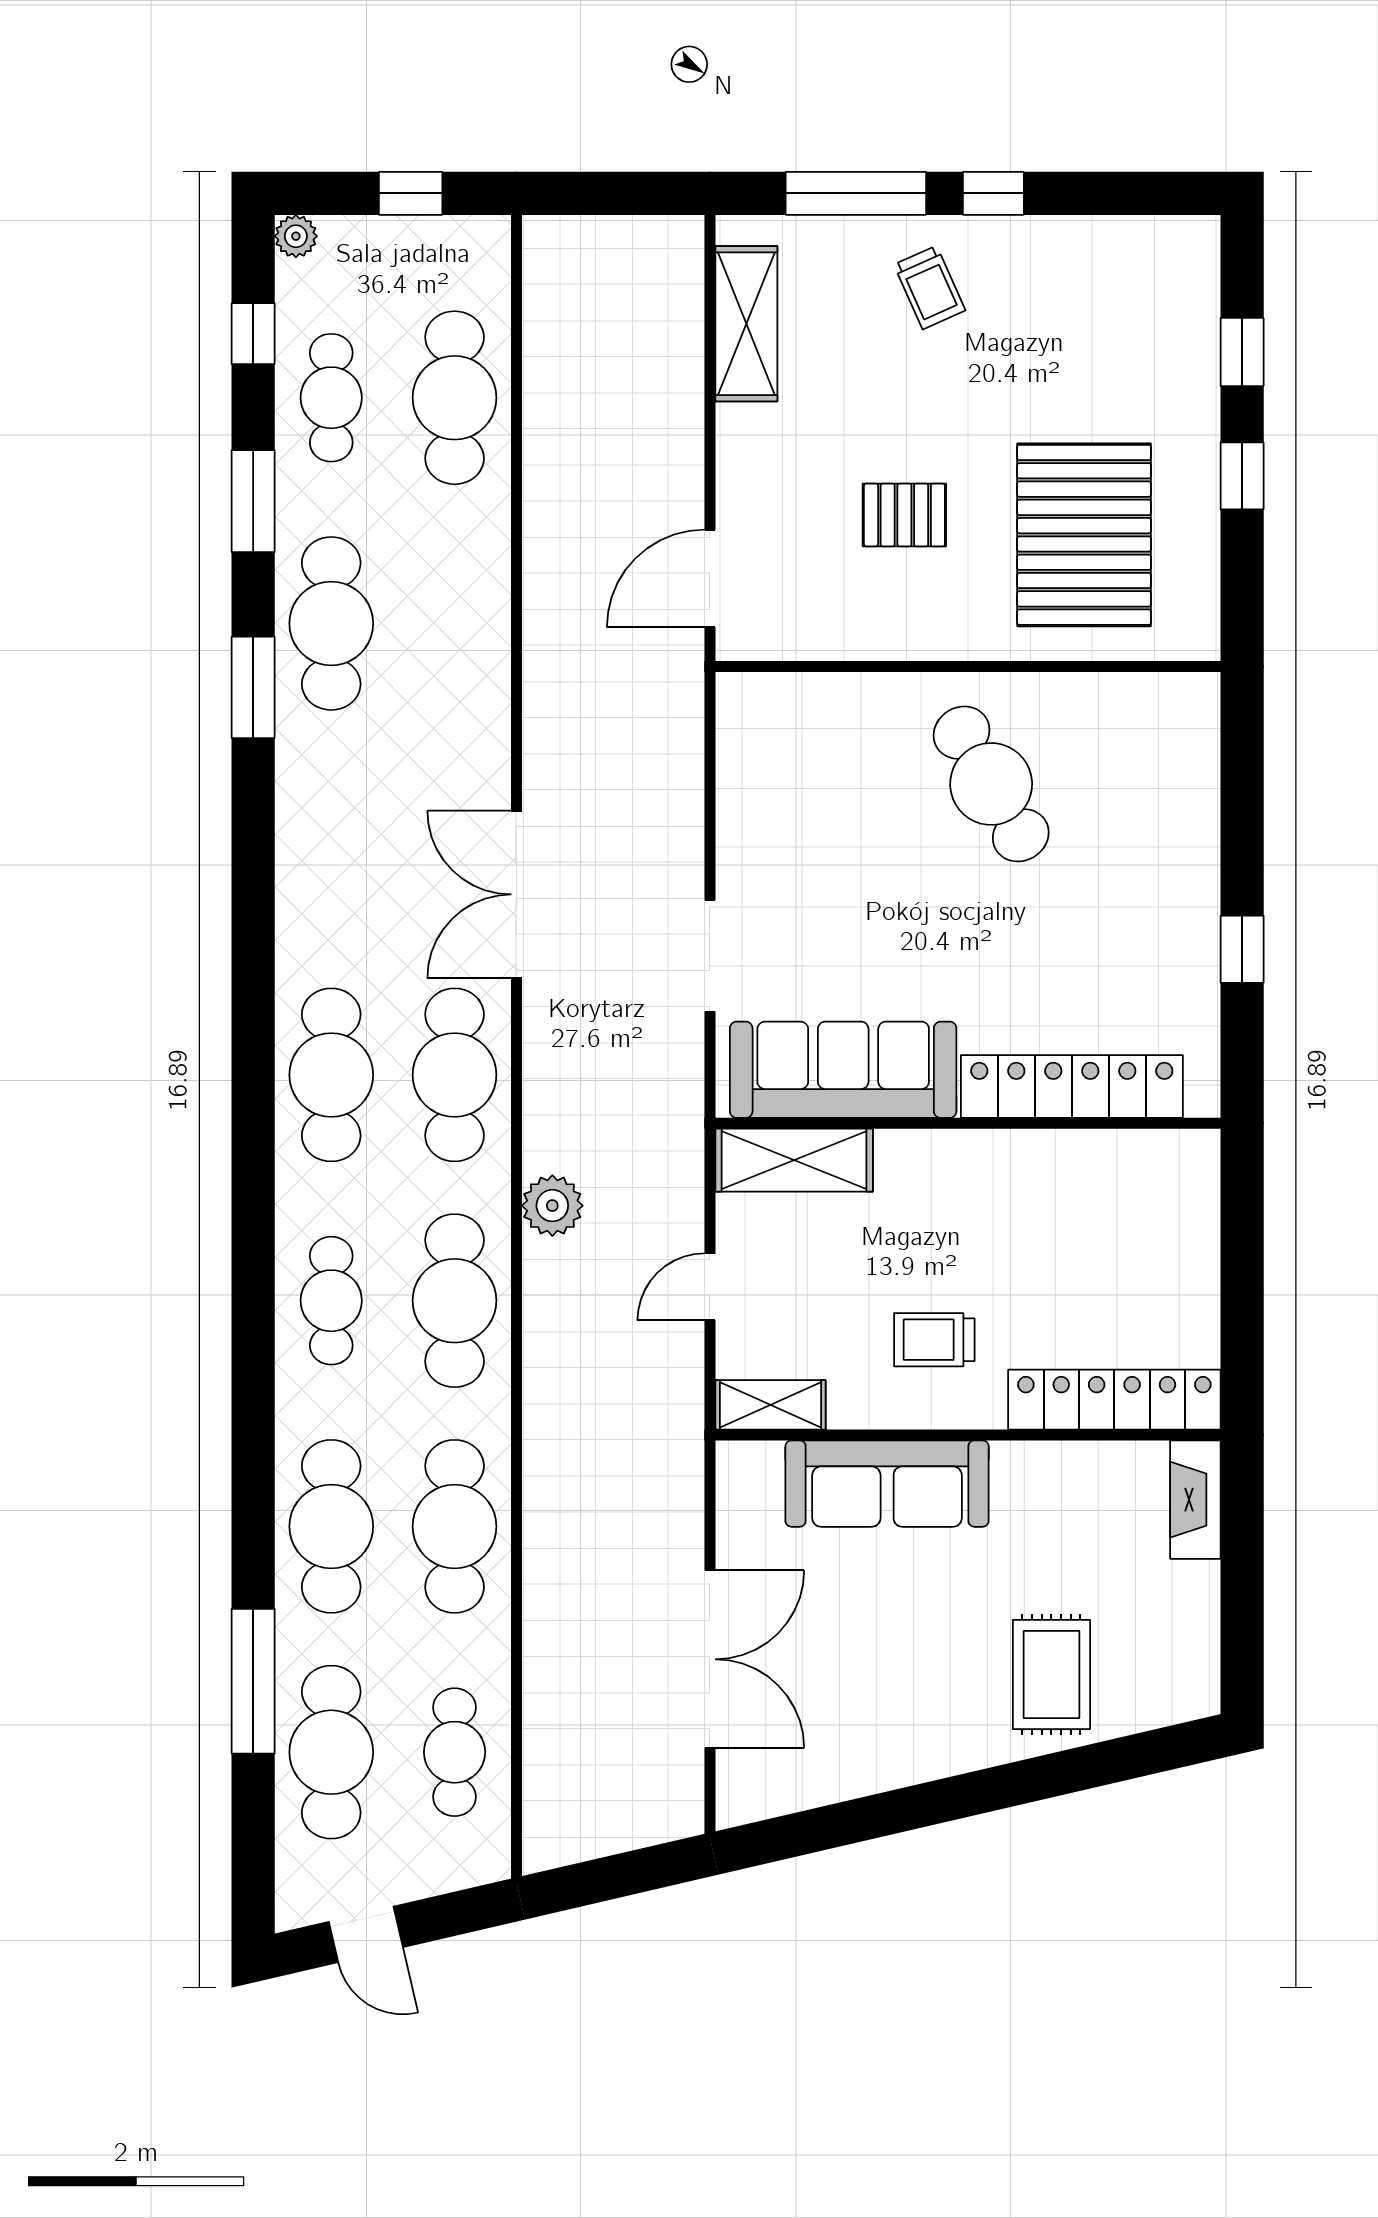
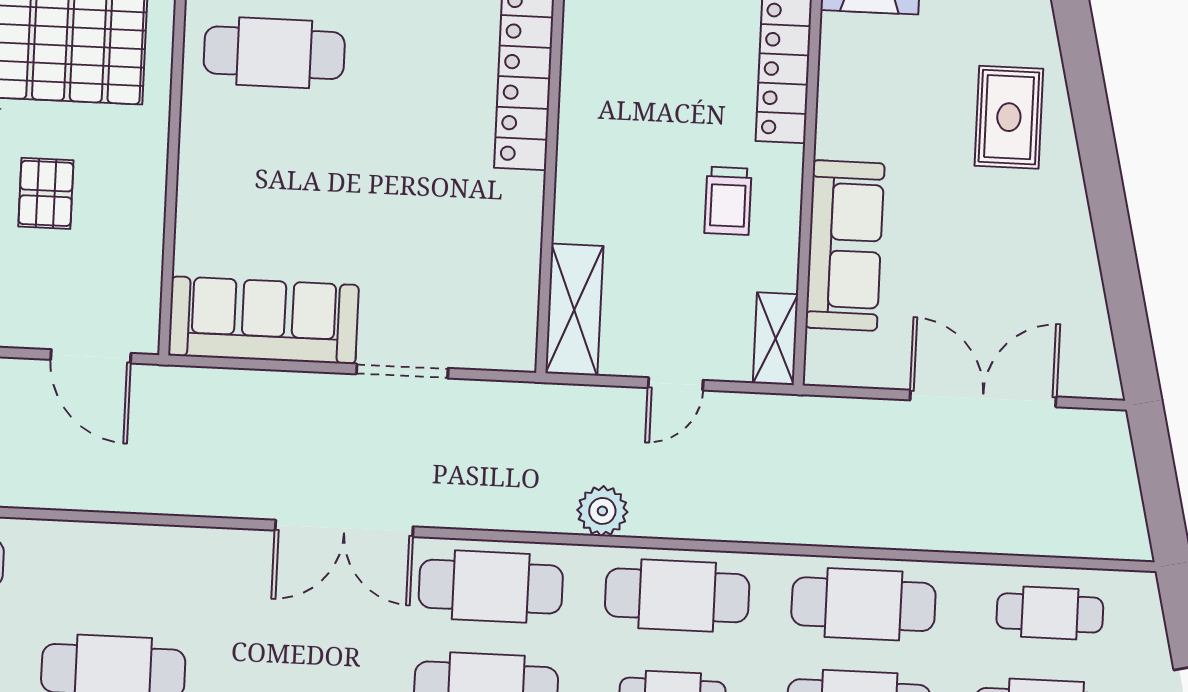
cafe table: (991, 784) -> (274, 53), moved, turned 30
sofa: (843, 1070) -> (263, 320), moved, turned 90
door: (710, 1287) -> (676, 384), hinge flipped
rug: (1051, 1674) -> (1009, 117), turned 90

